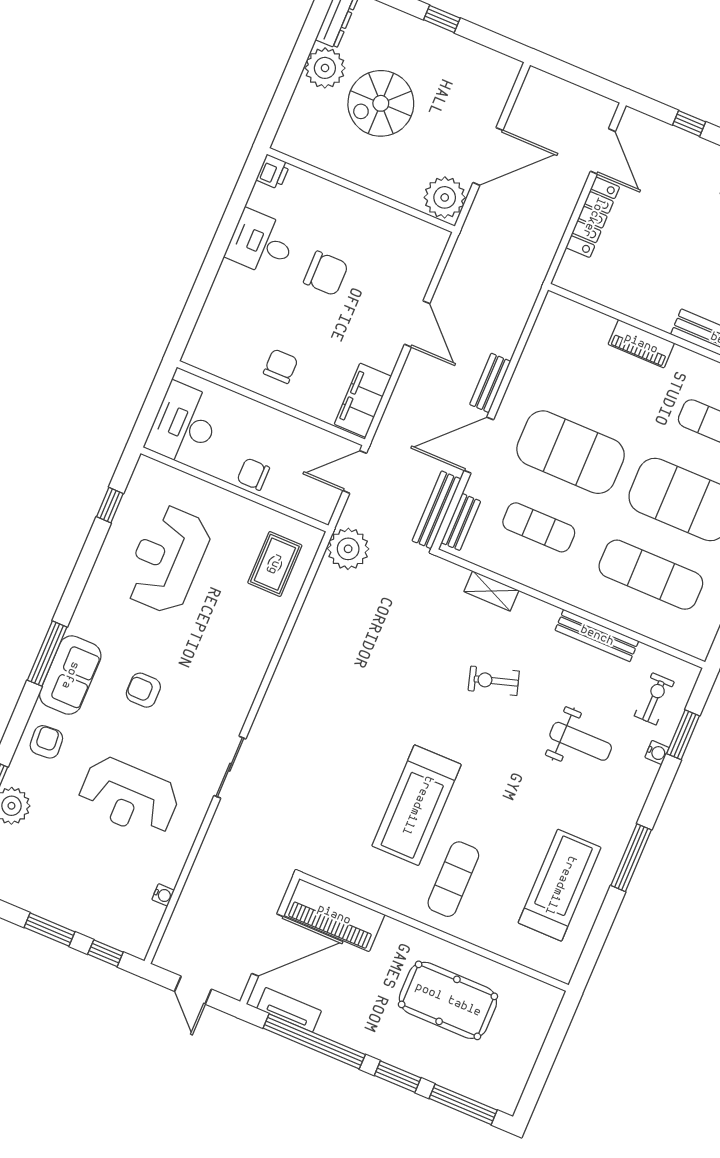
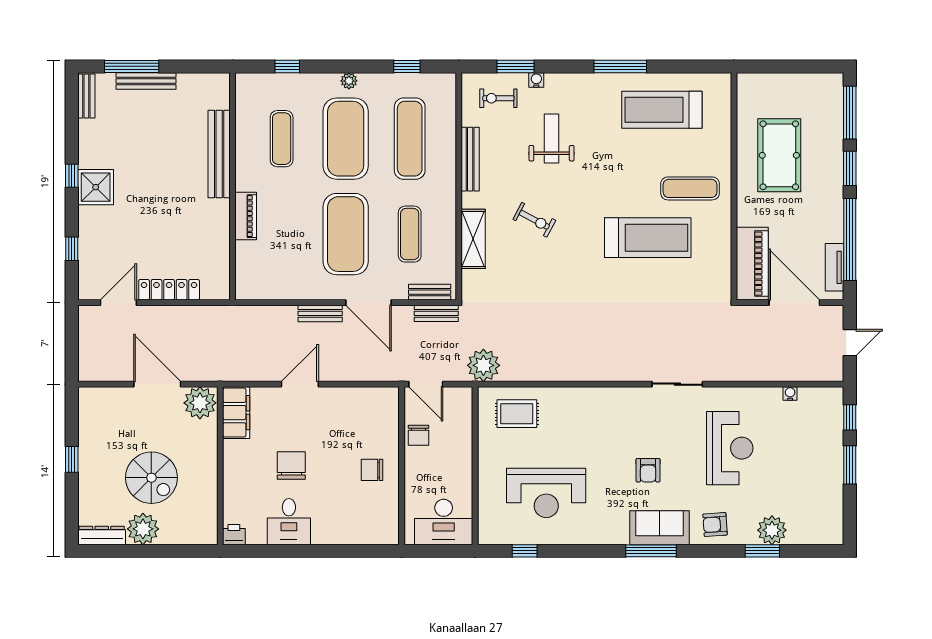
filing cabinet: (363, 400) -> (236, 413), moved, turned -90
chair: (253, 474) -> (419, 435), moved
bench: (436, 510) -> (436, 313), width x0.73
shelving: (491, 591) -> (473, 239), width x1.50, depth x1.33
exercise bike: (494, 681) -> (534, 220), turned -45

